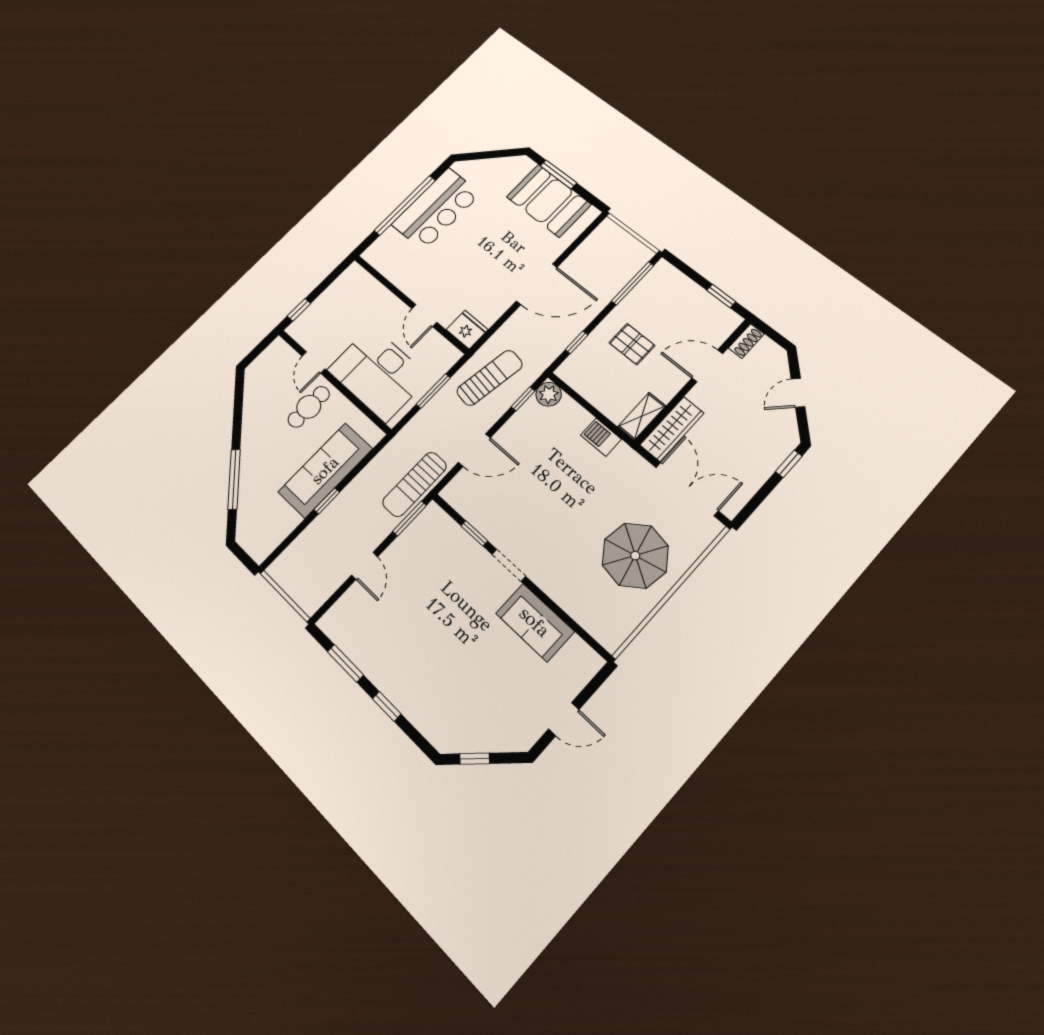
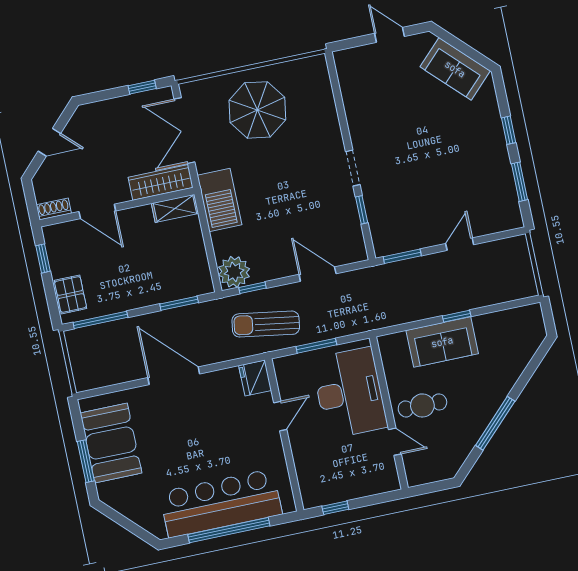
bar counter: (436, 209) -> (221, 503), width x1.36
window: (299, 310) -> (335, 508), moved
window: (577, 342) -> (179, 303), width x1.50
pallet: (632, 344) -> (70, 294), moved
door: (313, 362) -> (395, 442), hinge flipped
plant: (549, 394) -> (234, 272), width x1.36, depth x1.36
barbecue: (601, 437) -> (219, 200), width x1.88, depth x1.53
window: (789, 464) -> (142, 87), moved
sofa: (325, 470) -> (442, 342), width x0.73
window: (234, 479) -> (495, 423), moved
sun lounger: (415, 484) -> (381, 280), removed
sofa: (535, 622) -> (455, 69), moved, turned 135
window: (475, 759) -> (470, 52), removed

